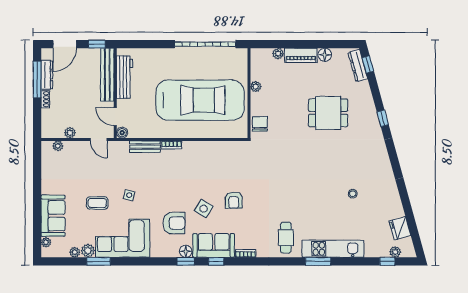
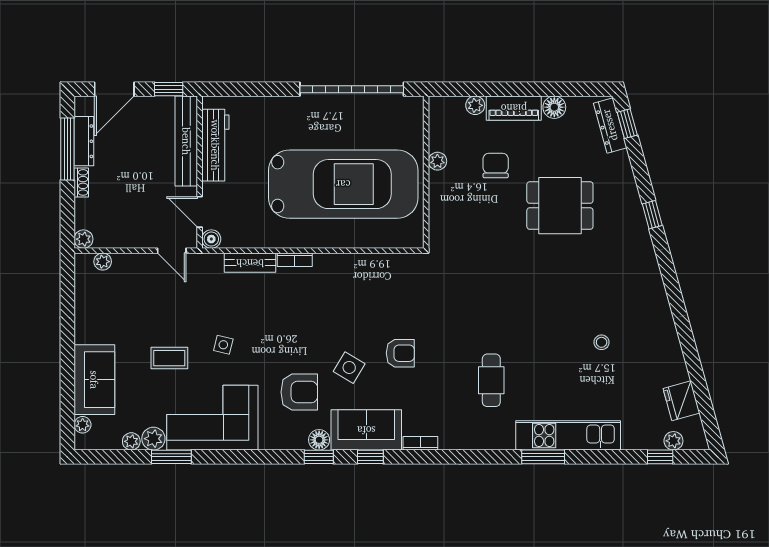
chair: (260, 124) -> (496, 166), moved
plant: (70, 133) -> (83, 239), moved
armchair: (234, 200) -> (400, 353), turned -90
cafe table: (286, 238) -> (491, 380), moved

